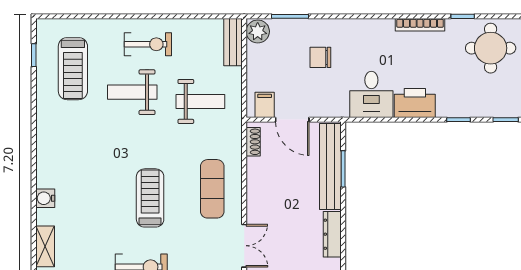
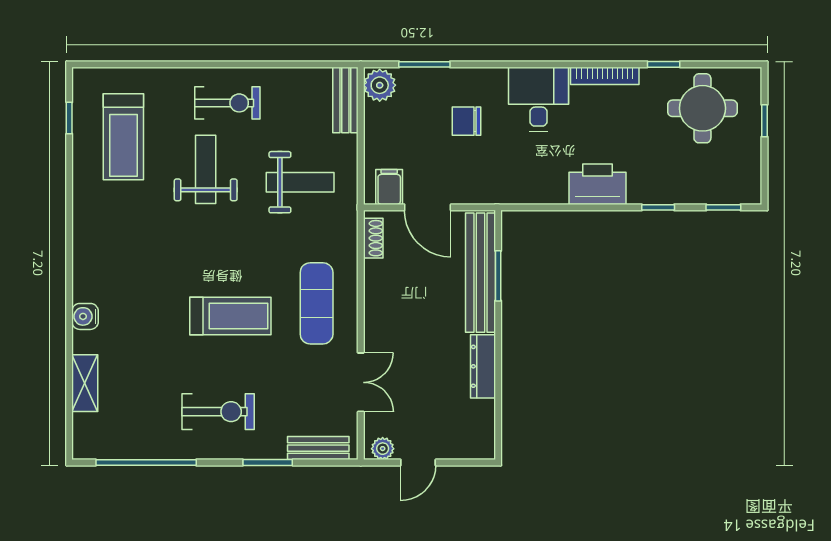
weight bench: (132, 92) -> (206, 169), turned 90
desk: (371, 94) -> (538, 99), moved, turned 180
treadmill: (150, 198) -> (230, 316), turned 90

